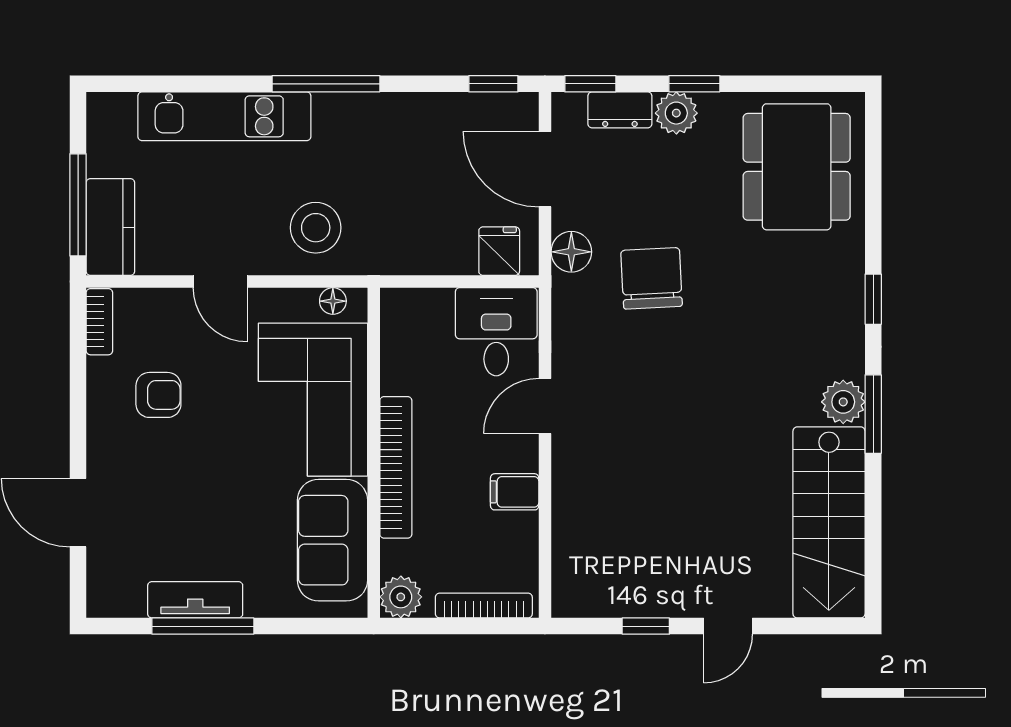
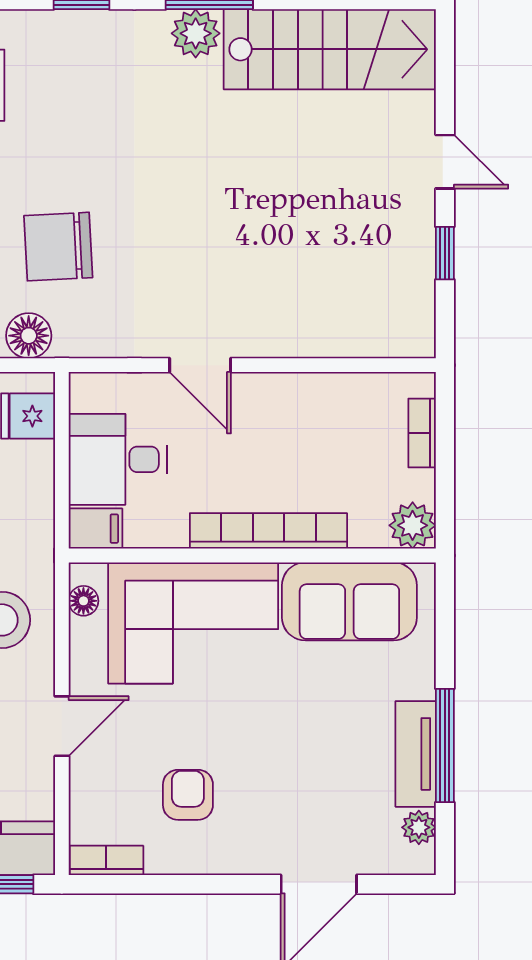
desk: (496, 332) -> (118, 459), moved
filing cabinet: (515, 492) -> (95, 529), moved, turned -90
plant: (129, 603) -> (419, 827), added
bookcase: (484, 606) -> (422, 433), width x0.64

